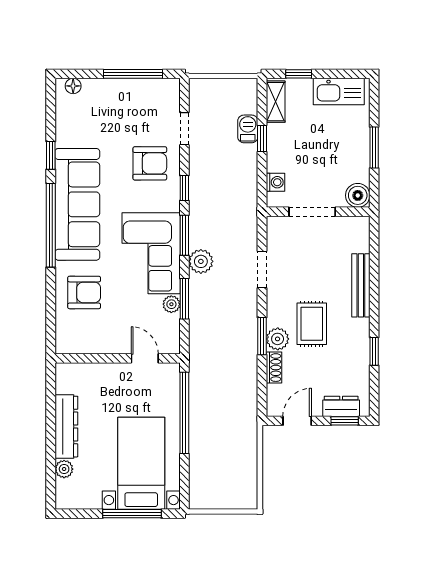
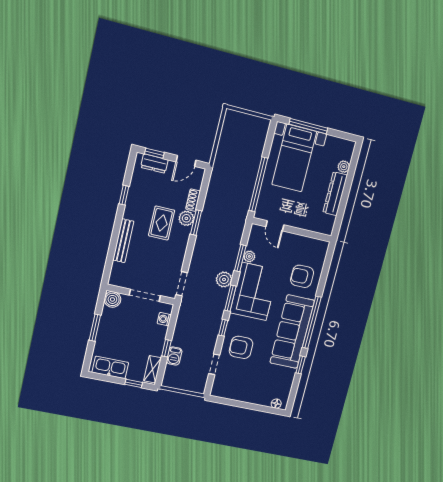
window: (133, 74) -> (238, 404), removed
doorway: (262, 269) -> (182, 284), moved

